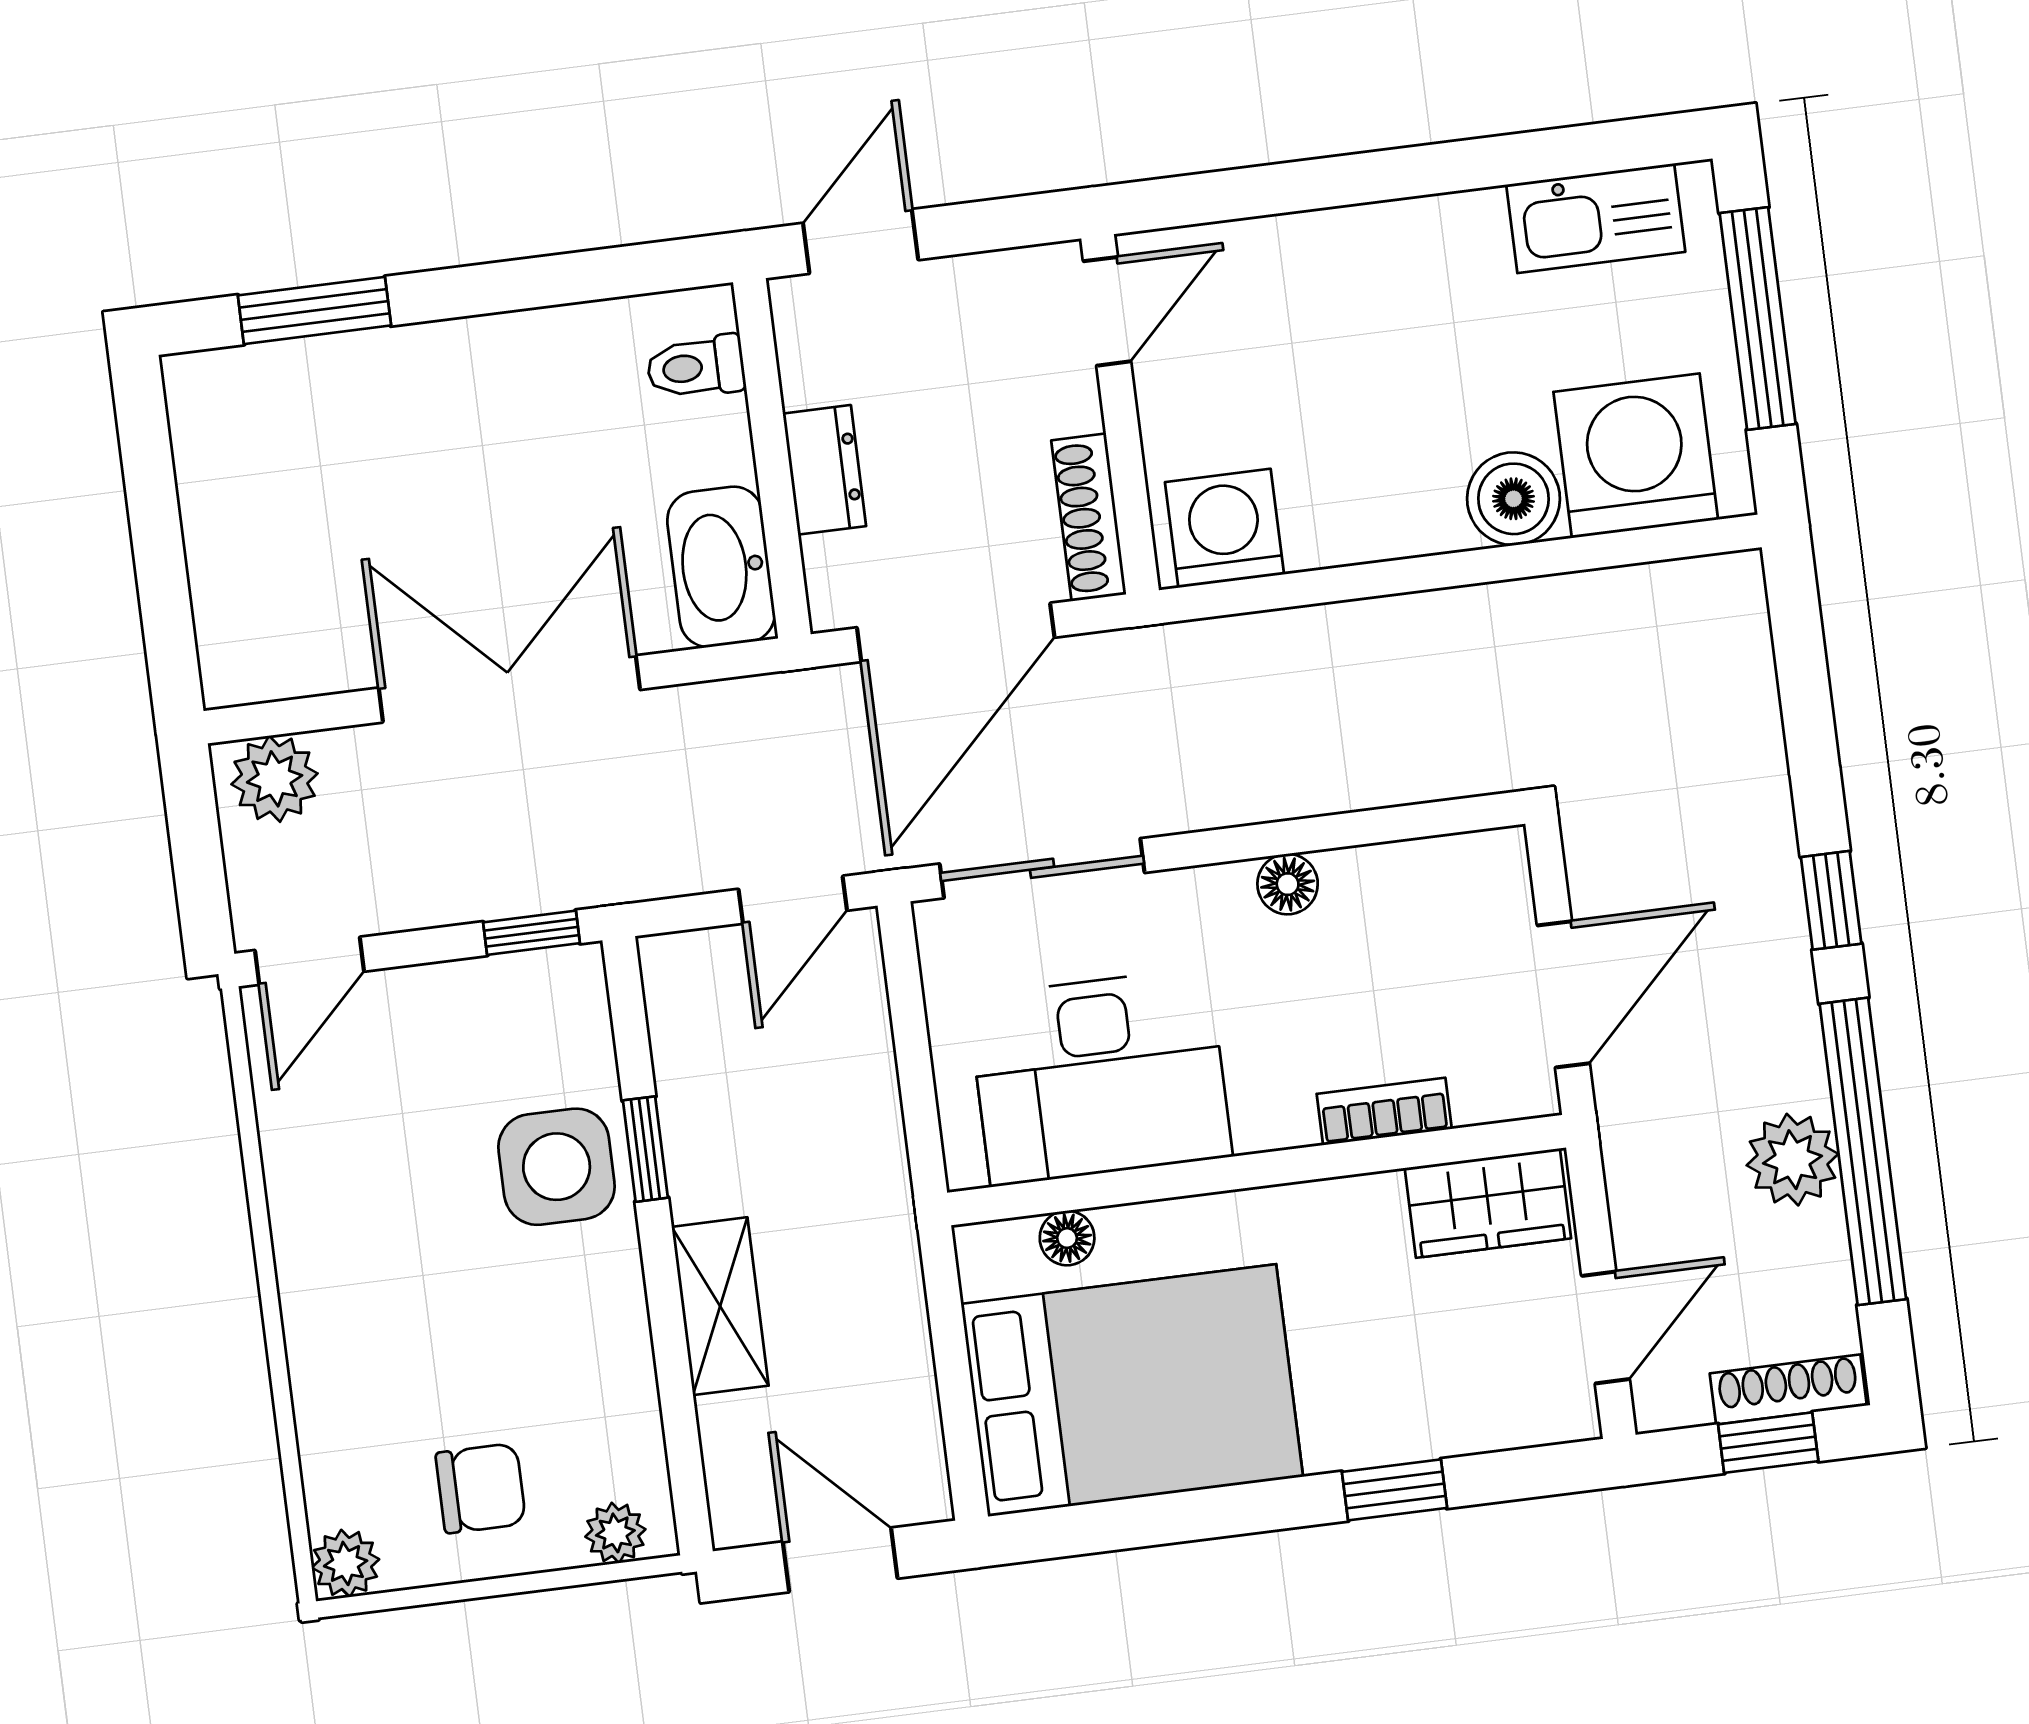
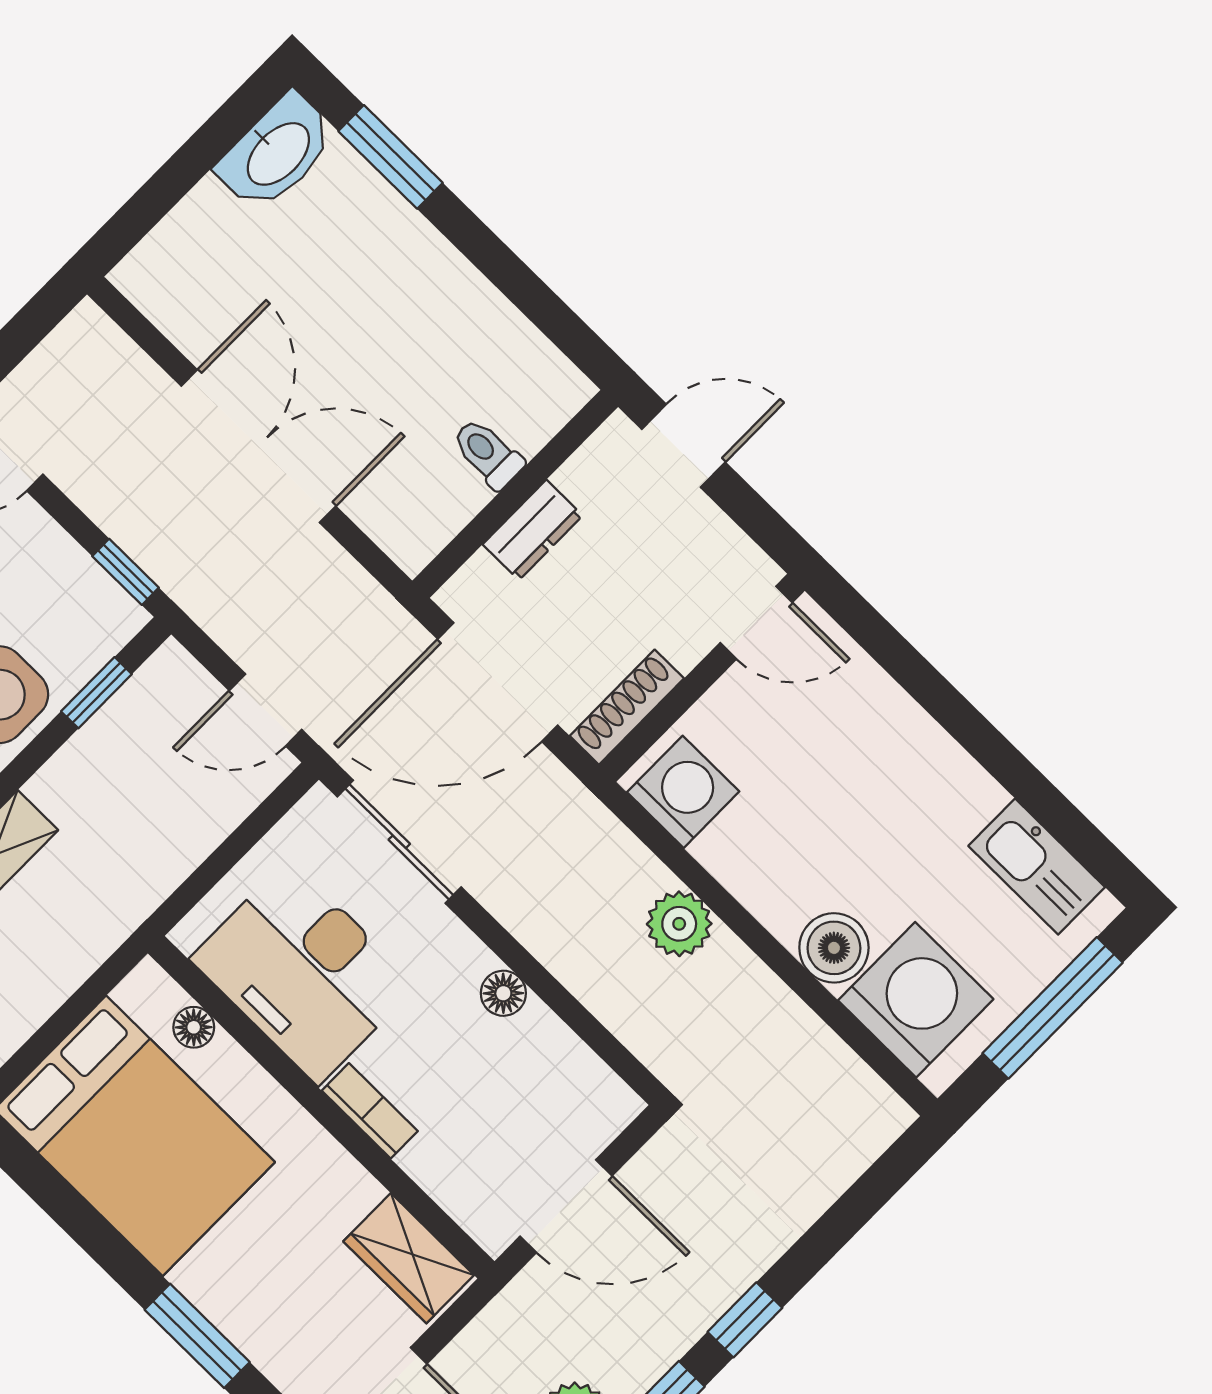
toilet: (696, 367) -> (488, 453), moved
washbasin: (721, 567) -> (277, 152), moved, turned 180
plant: (275, 779) -> (679, 924), moved
bookcase: (1384, 1111) -> (370, 1111), moved
window: (645, 1149) -> (96, 693), moved
window: (1394, 1490) -> (197, 1336), width x1.50

